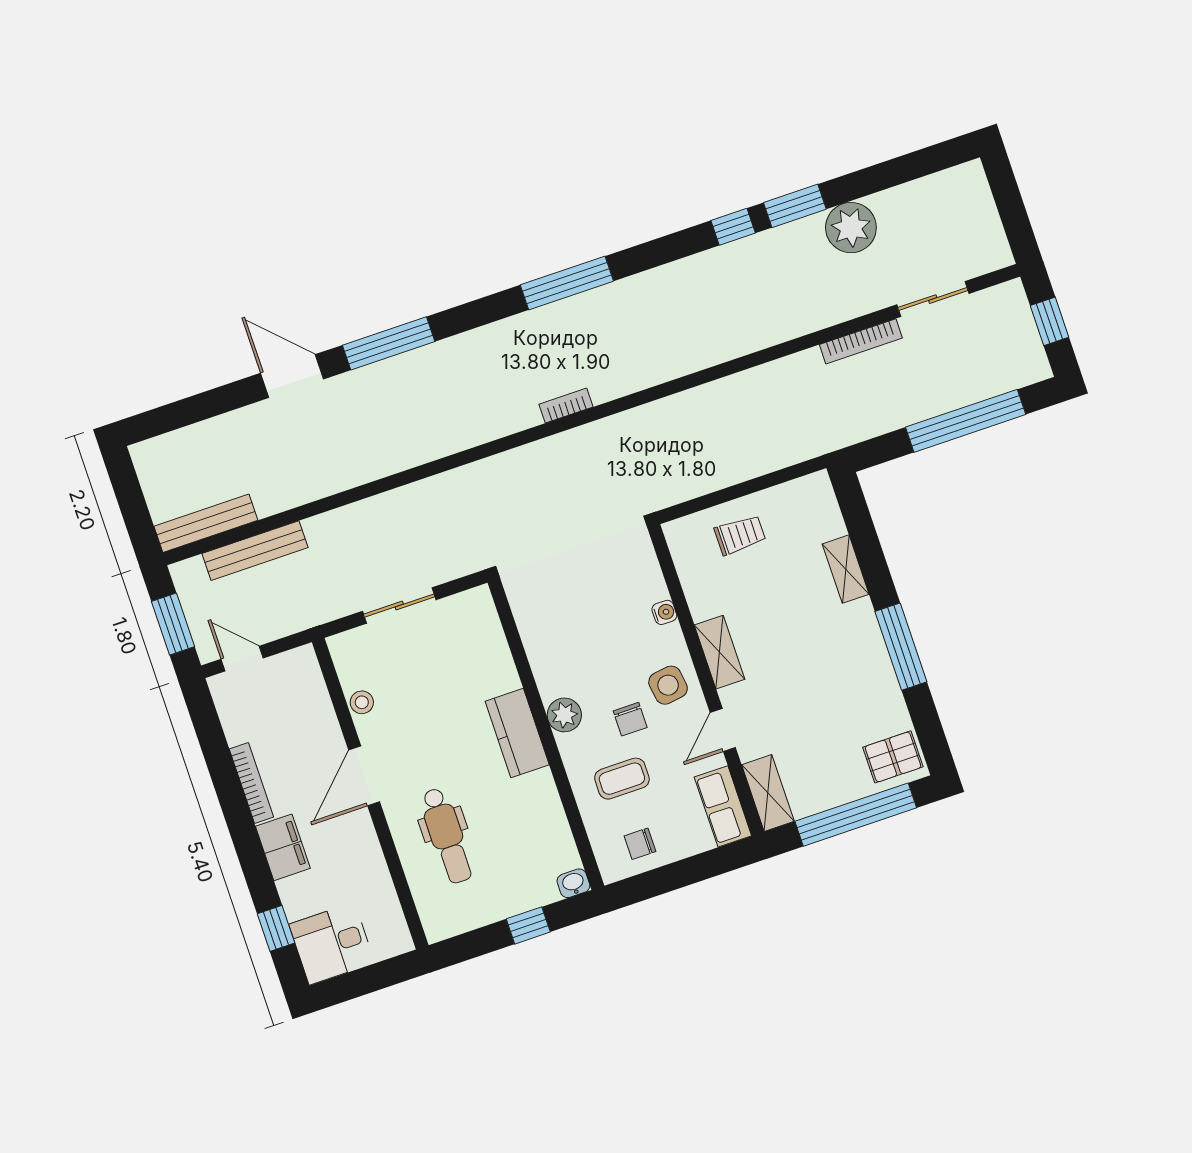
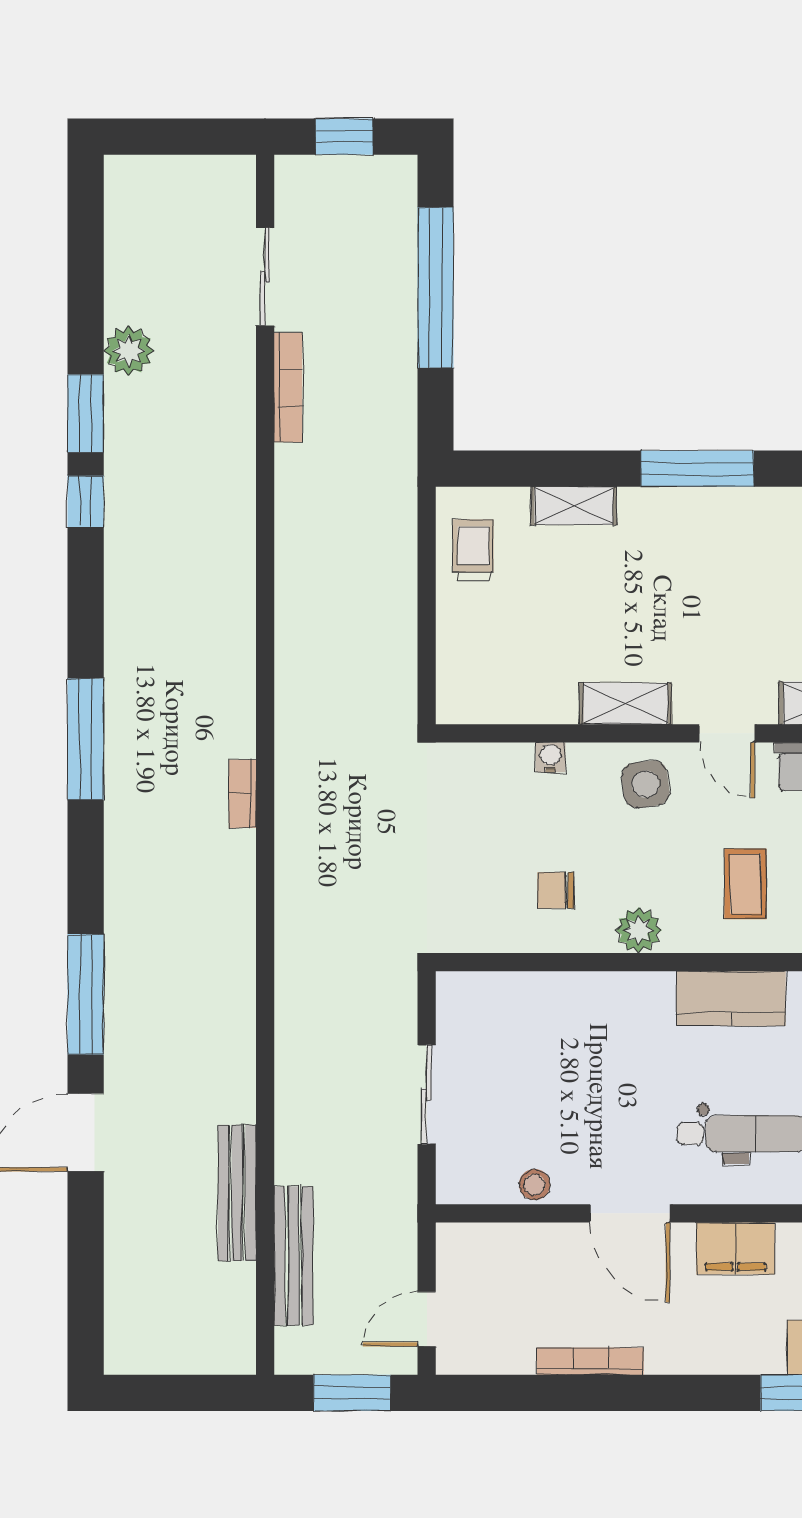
plant: (851, 228) -> (129, 351), width x0.73, depth x0.73
bench: (206, 523) -> (237, 1193), moved
trolley: (740, 535) -> (473, 550), moved
chair: (630, 719) -> (556, 890), moved, turned 180
kitchen counter: (517, 733) -> (731, 999), moved
filing cabinet: (283, 847) -> (735, 1248), moved, turned 180

